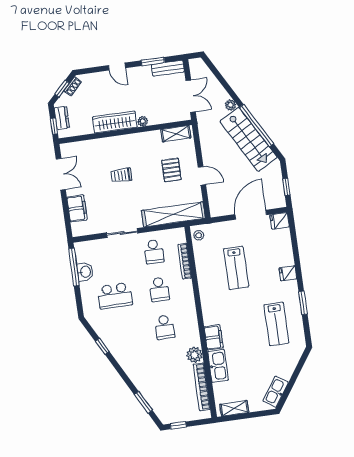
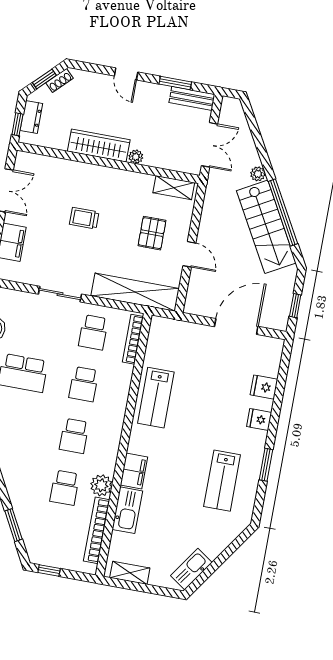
fridge: (280, 221) -> (264, 387), moved
stool: (199, 235) -> (159, 331), removed
bookcase: (185, 261) -> (133, 339), moved
lab bench: (236, 268) -> (156, 398), moved
school desk: (170, 365) -> (65, 488), added

